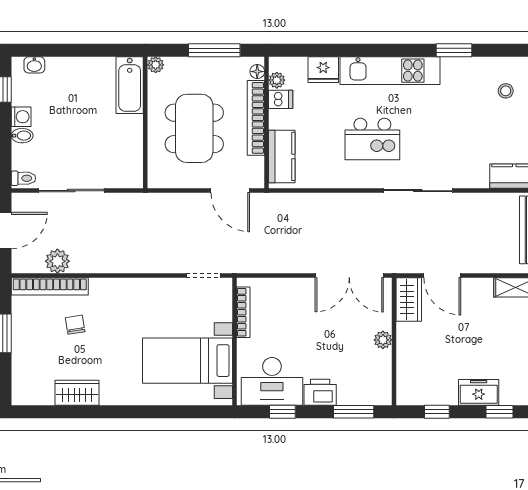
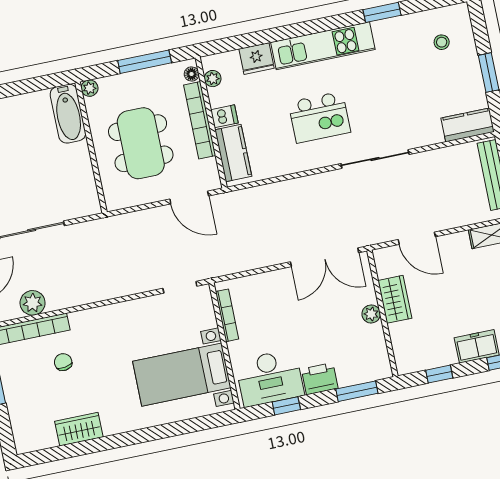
dishwasher: (281, 99) -> (224, 116), moved
wardrobe: (409, 300) -> (395, 299), moved

